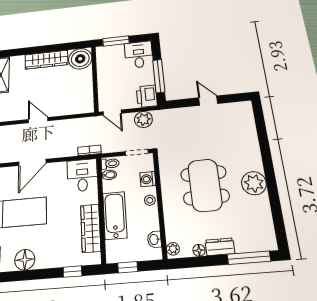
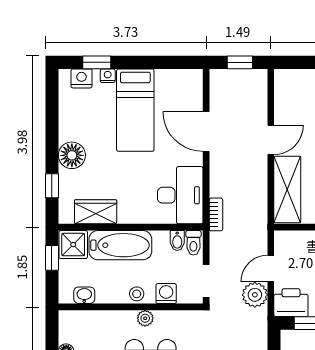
shelving: (71, 106) -> (287, 190), added
door: (112, 112) -> (271, 269), moved
desk: (82, 175) -> (180, 195), width x1.37
wardrobe: (91, 228) -> (96, 212), width x0.67
plant: (173, 249) -> (145, 318), moved
shower: (116, 251) -> (73, 245), added
floor lamp: (25, 260) -> (72, 155), moved

